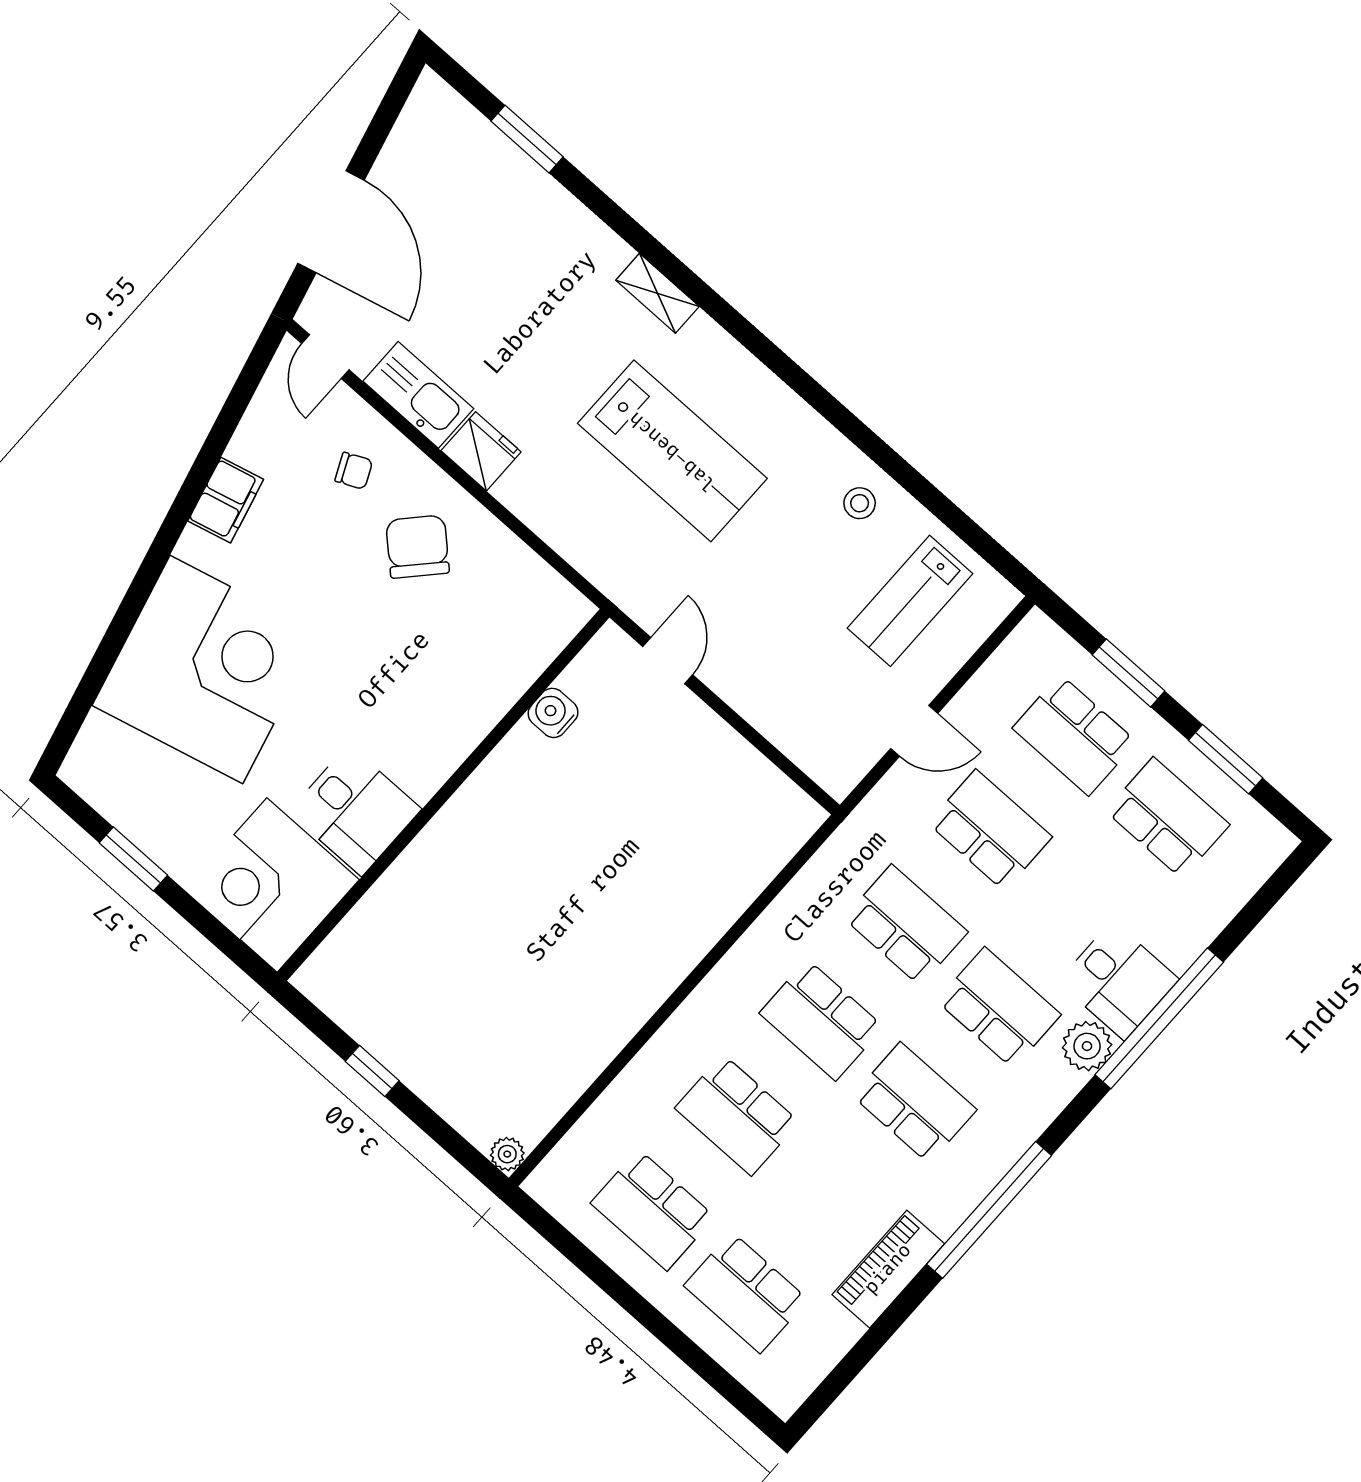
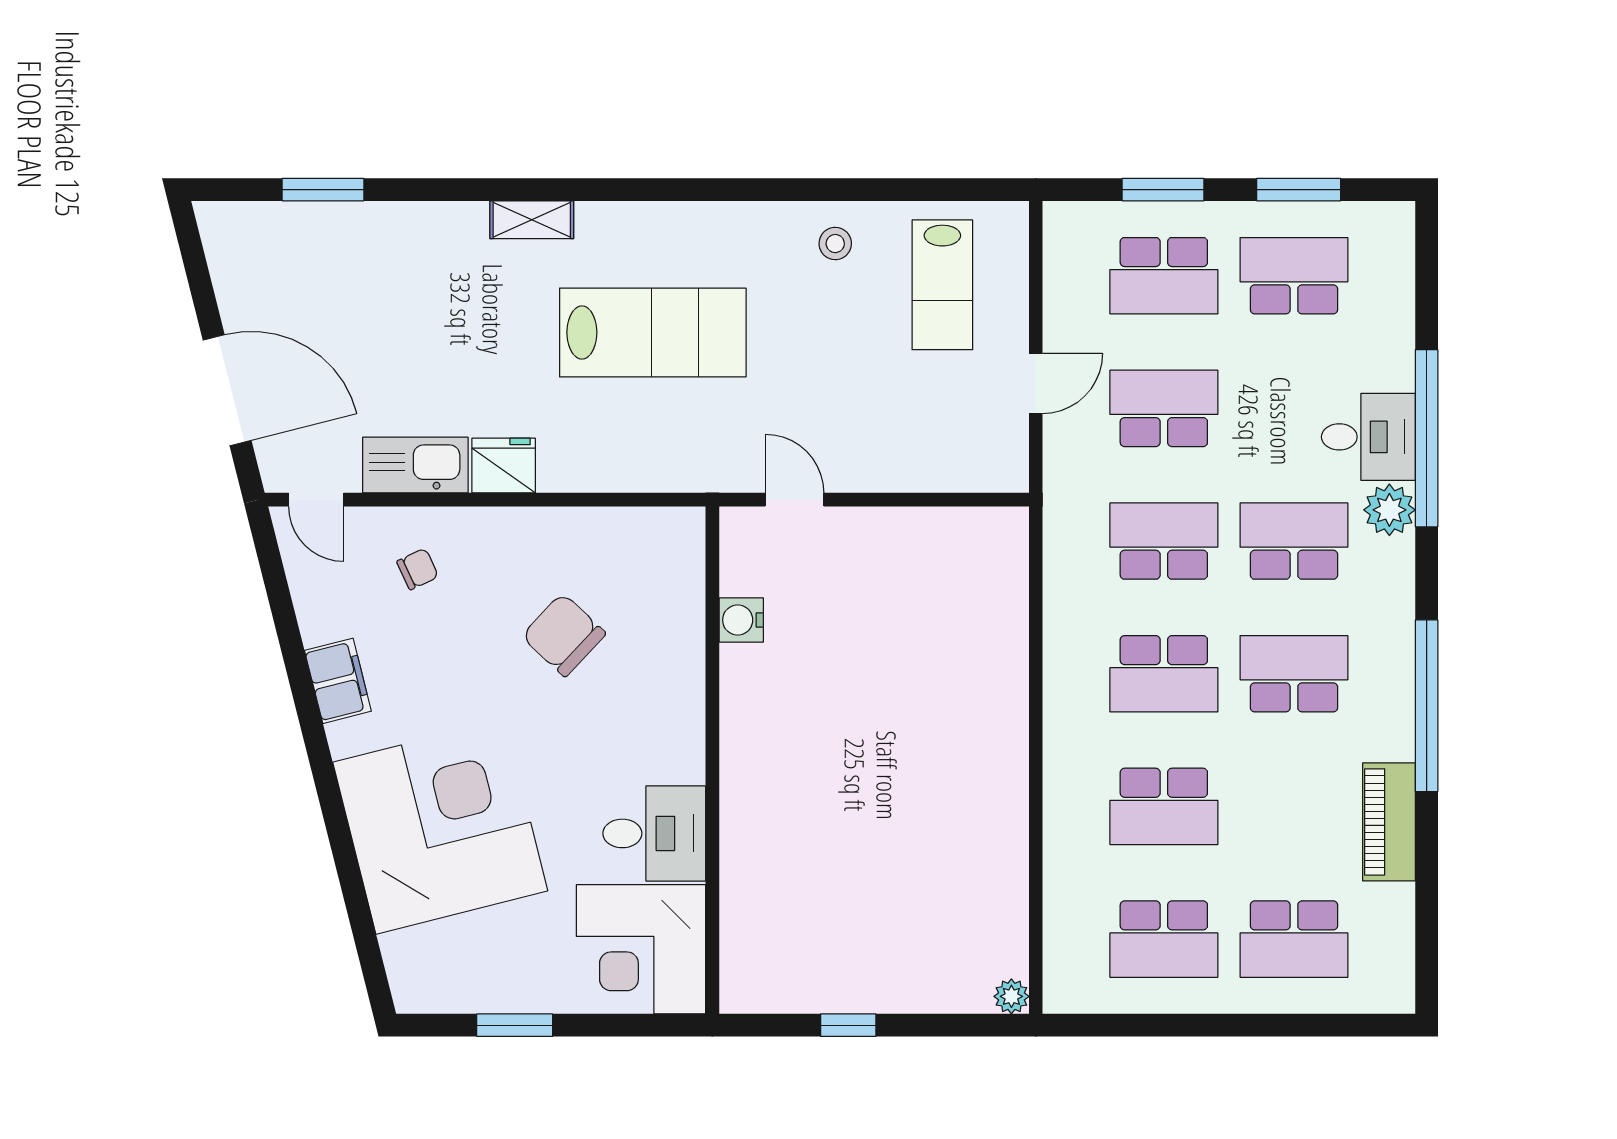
chair: (418, 547) -> (564, 635), moved

